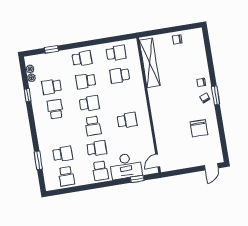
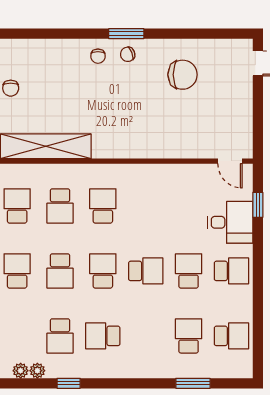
school desk: (127, 120) -> (103, 206), moved
desk: (126, 166) -> (230, 222), width x0.73

